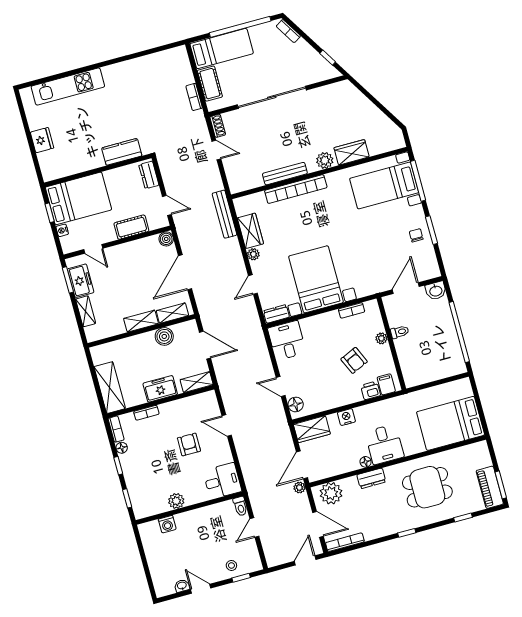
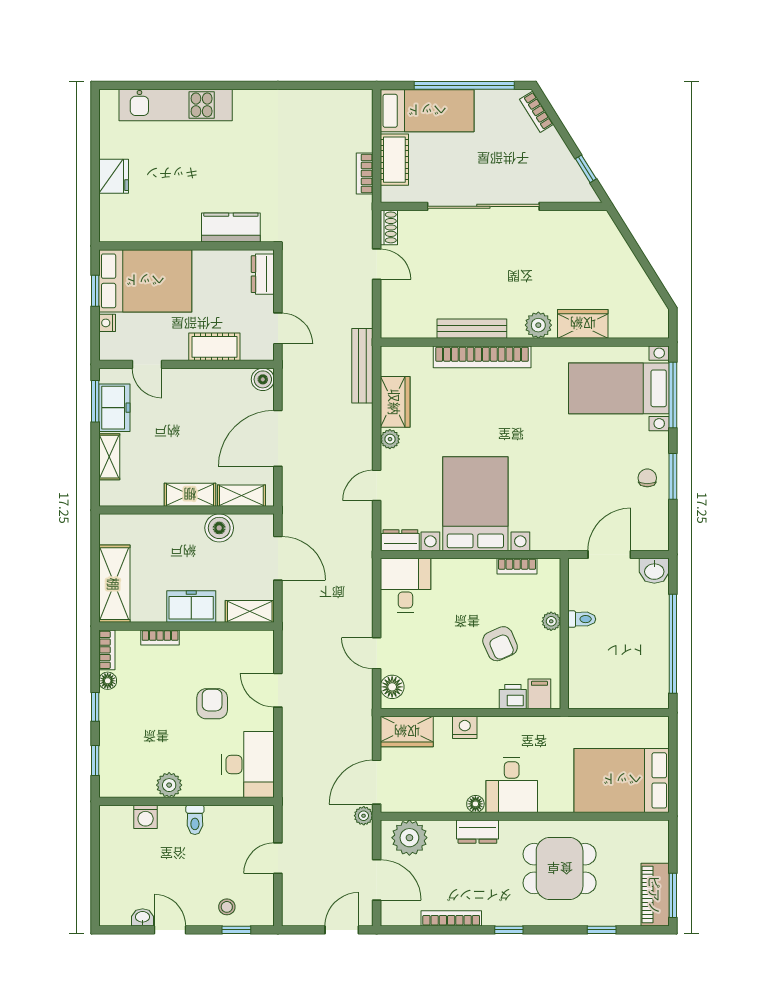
desk: (222, 481) -> (248, 765), width x1.37
toilet: (240, 506) -> (195, 820), moved
bookcase: (345, 542) -> (451, 918), moved

